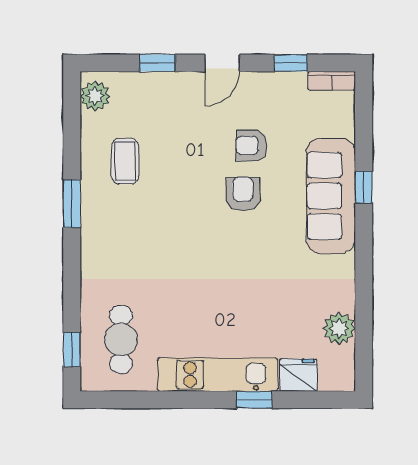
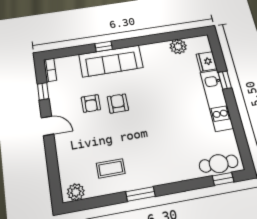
window: (157, 63) -> (52, 161), removed
armchair: (243, 194) -> (118, 103), turned 90
cafe table: (121, 340) -> (219, 164), moved

